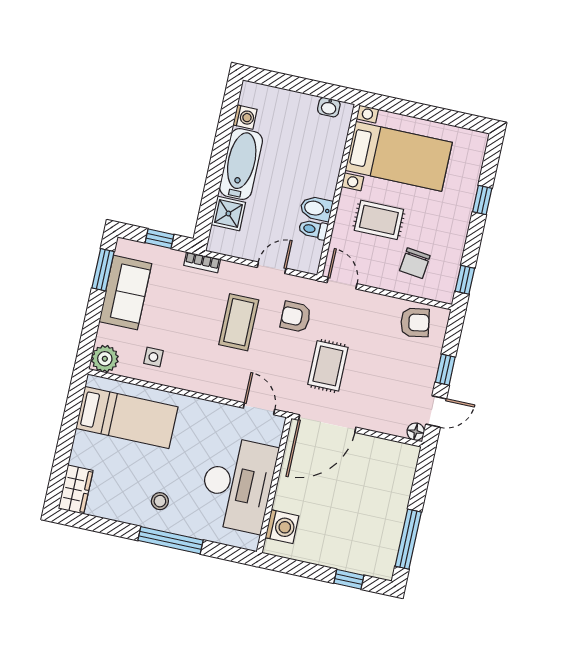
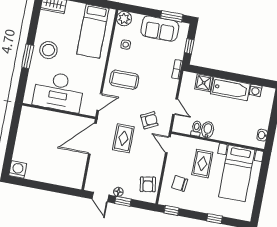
door: (342, 283) -> (168, 145), swing flipped
armchair: (296, 317) -> (149, 120), turned 64
coffee table: (239, 322) -> (124, 80), moved
rug: (328, 366) -> (123, 138), turned 90
door: (327, 424) -> (92, 139), hinge flipped
floor lamp: (416, 432) -> (118, 192), moved
stool: (160, 501) -> (48, 50), width x1.89, depth x1.89
washing machine: (282, 527) -> (18, 170), moved, turned 180
window: (408, 539) -> (32, 184), removed
window: (171, 540) -> (28, 56), width x0.69
window: (349, 579) -> (9, 153), removed

